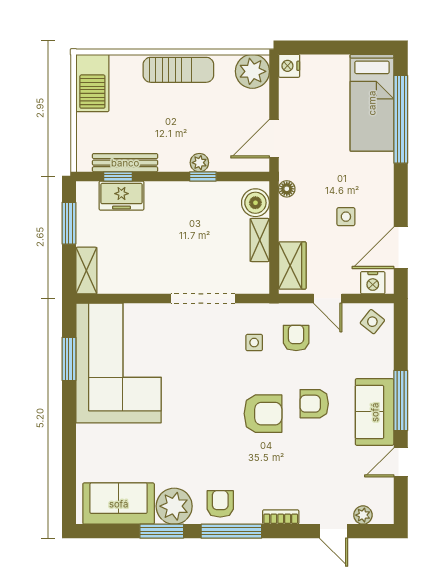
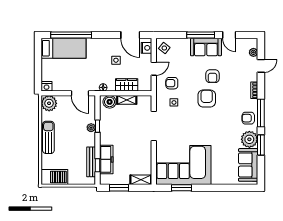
freezer: (121, 196) -> (106, 159), width x1.40
wardrobe: (292, 265) -> (127, 85), moved
armchair: (314, 404) -> (212, 76), moved

